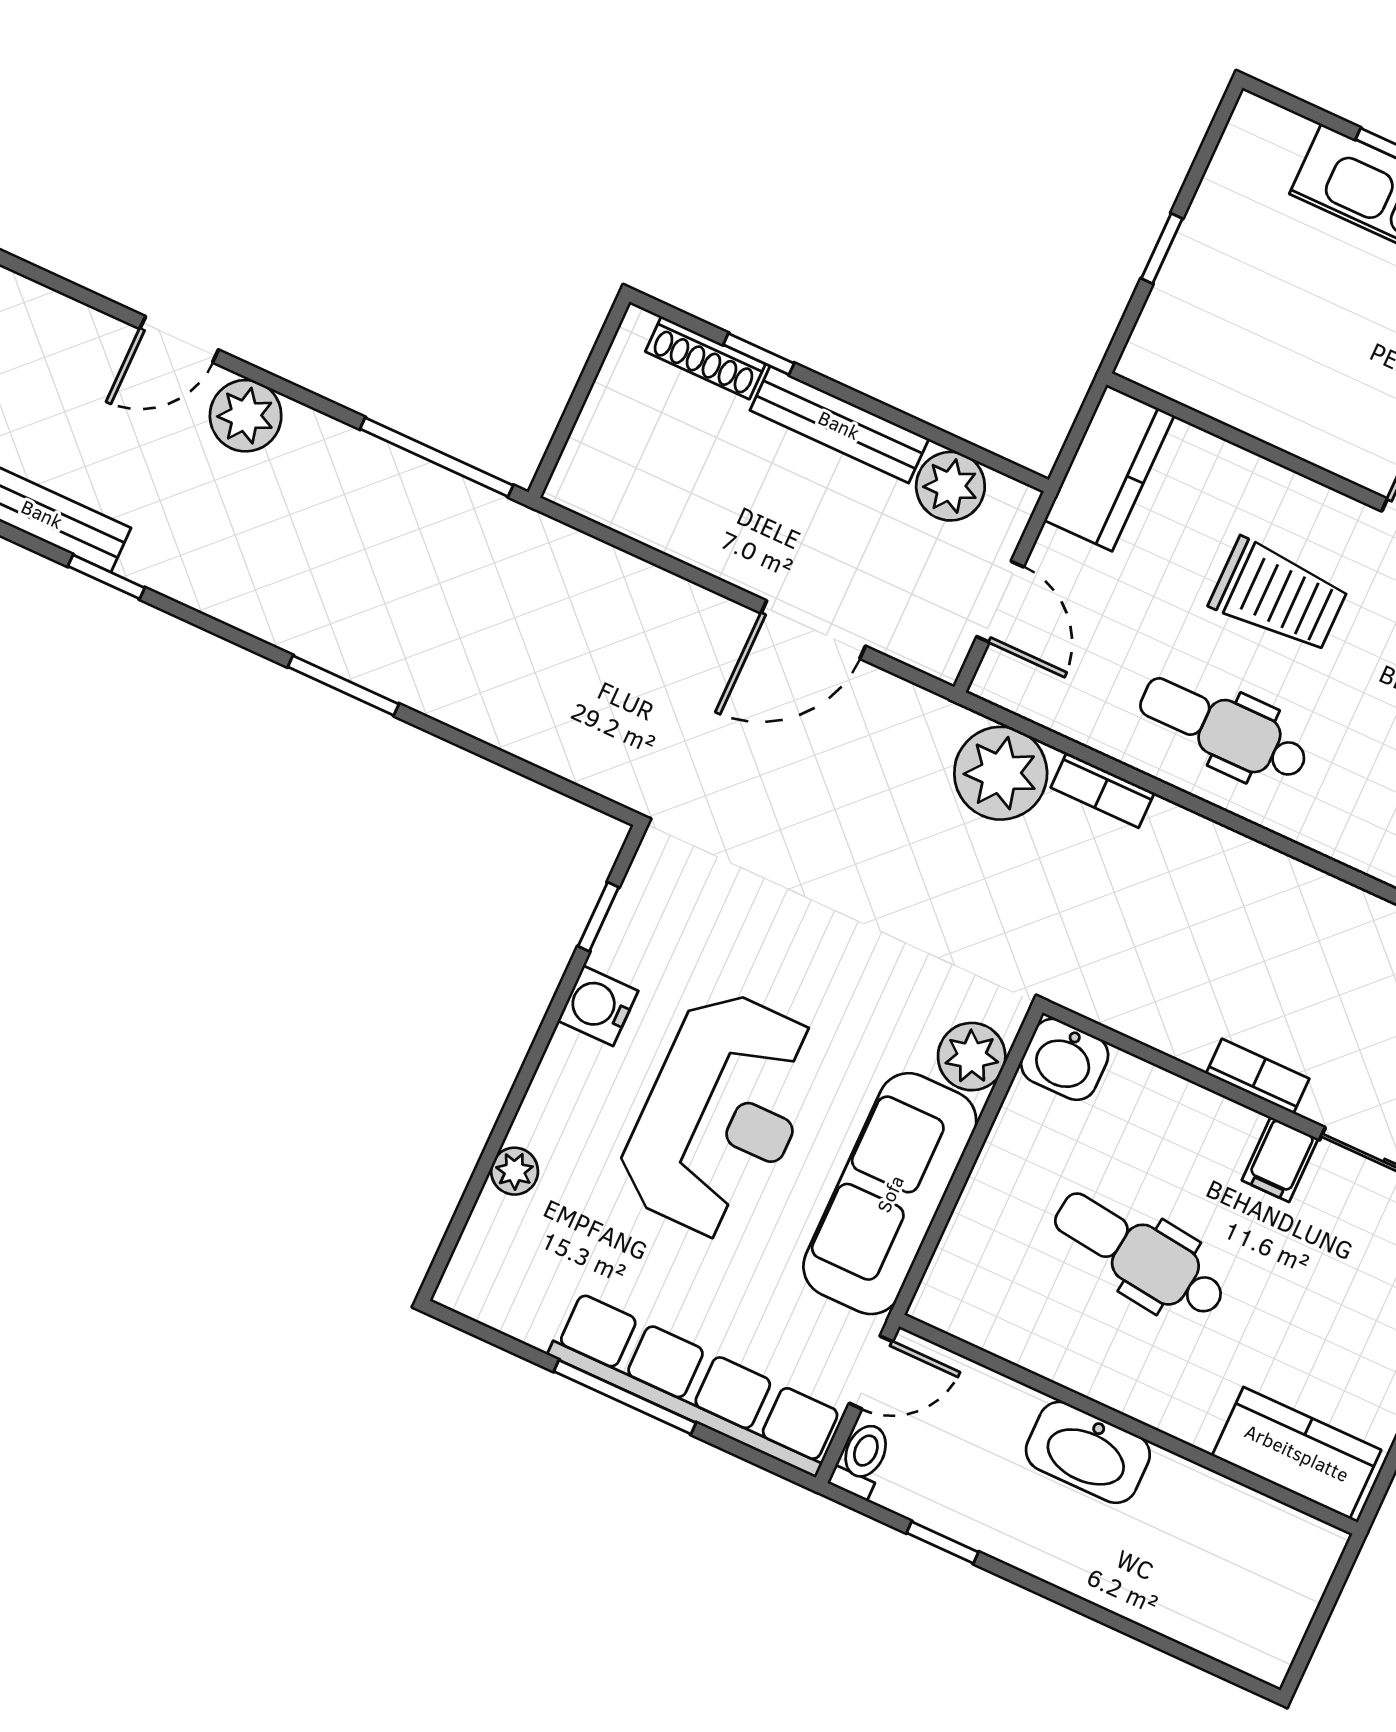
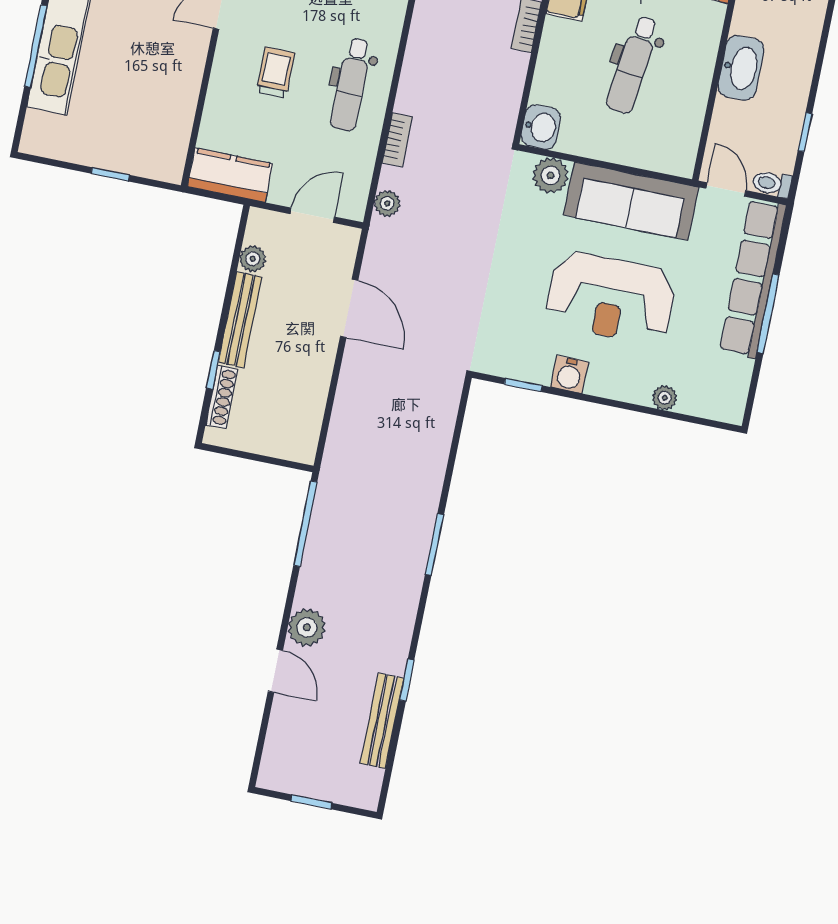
plant: (950, 486) -> (253, 259), width x0.73, depth x0.73
trolley: (1279, 596) -> (276, 72), width x0.73, depth x0.72
plant: (1001, 773) -> (387, 203), width x0.53, depth x0.53
reception desk: (721, 1115) -> (611, 298), turned 180

